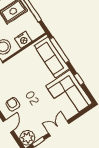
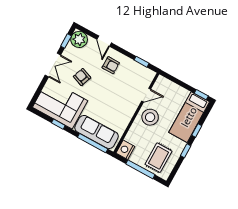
nightstand: (23, 40) -> (125, 150), moved
armchair: (41, 107) -> (82, 77), added

